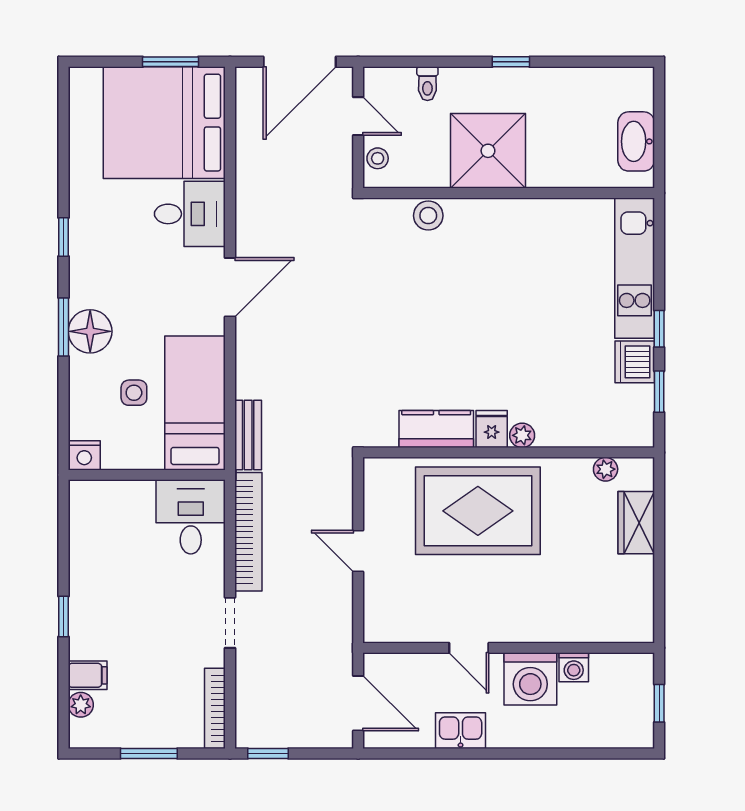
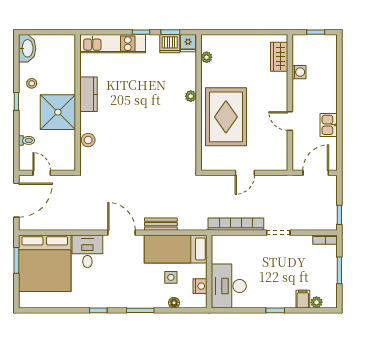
door: (300, 62) -> (16, 200), hinge flipped
door: (358, 116) -> (42, 173), hinge flipped
washbasin: (636, 141) -> (27, 48), moved, turned -90
stool: (378, 158) -> (32, 83), moved
floor lamp: (90, 331) -> (174, 303), moved, width x0.53, depth x0.53
dishwasher: (635, 362) -> (170, 44), moved
kitchen counter: (436, 429) -> (89, 94), moved, turned 180
fridge: (492, 429) -> (188, 43), moved, turned -90
bench: (248, 435) -> (161, 224), moved
nightstand: (84, 455) -> (200, 286), moved
desk: (191, 517) -> (229, 286), moved, width x1.37
wardrobe: (636, 523) -> (279, 57), moved, turned 90
door: (469, 648) -> (290, 121), swing flipped
washing machine: (530, 679) -> (304, 92), removed
bookcase: (215, 708) -> (325, 240), width x0.64

